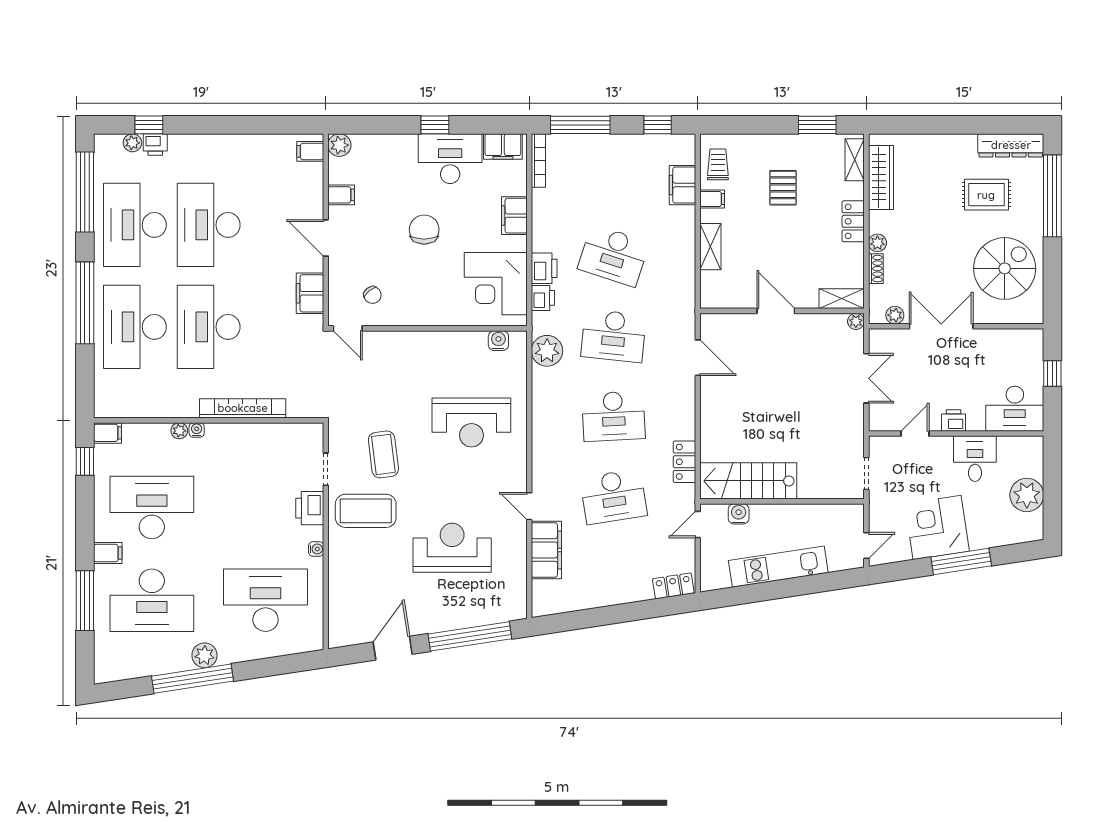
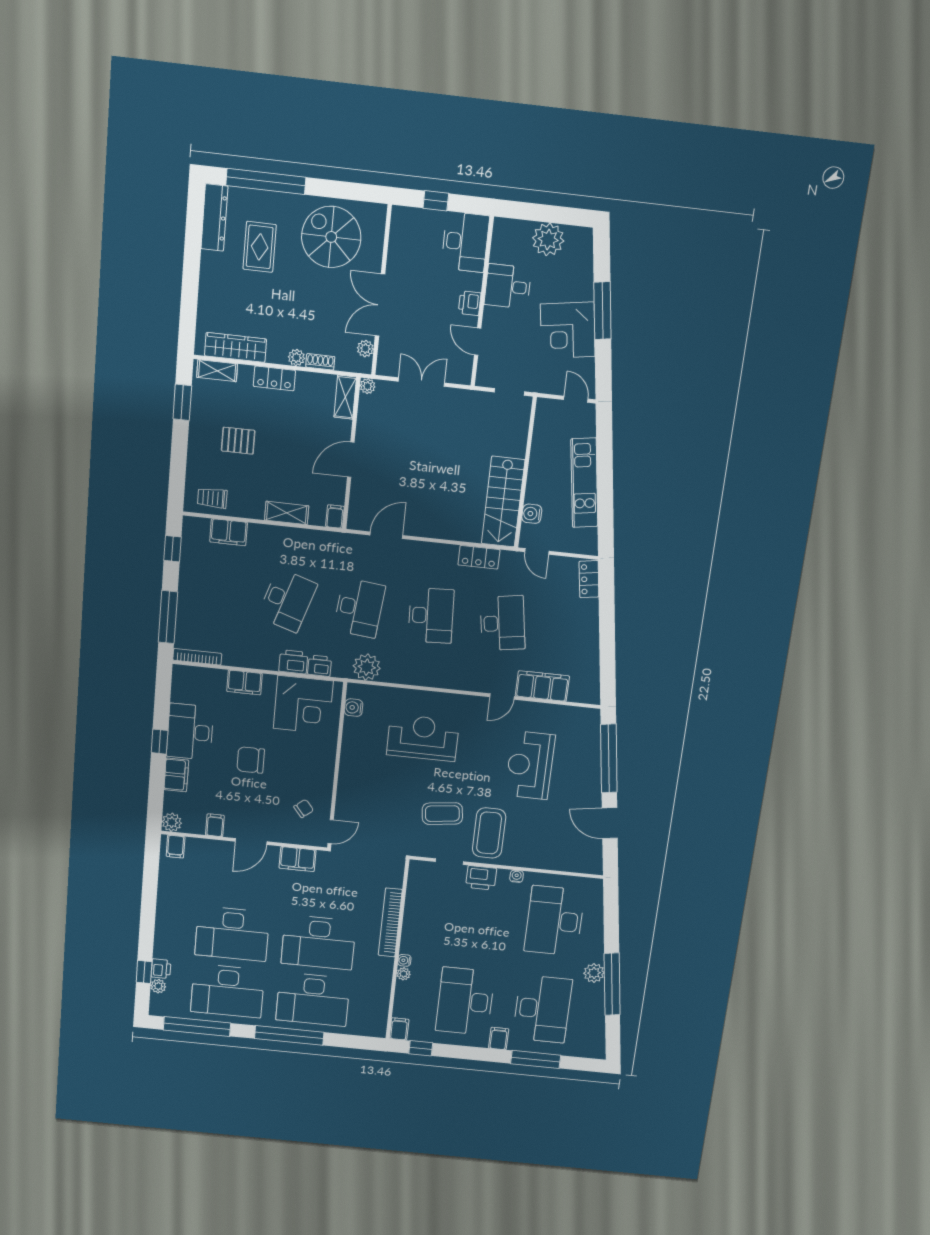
filing cabinet: (503, 146) -> (176, 775), moved
filing cabinet: (712, 199) -> (335, 517), moved
reception desk: (471, 422) -> (423, 738), turned -90

